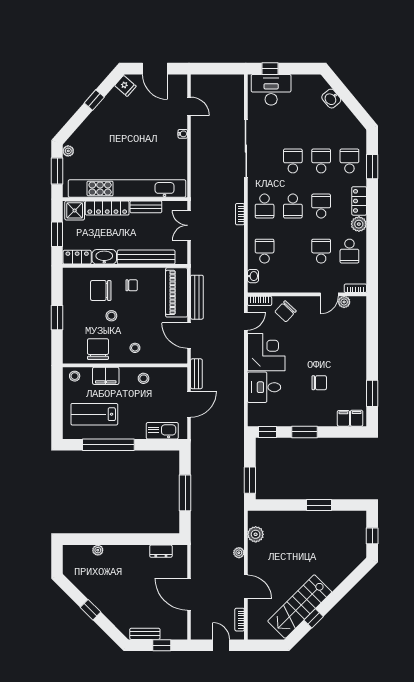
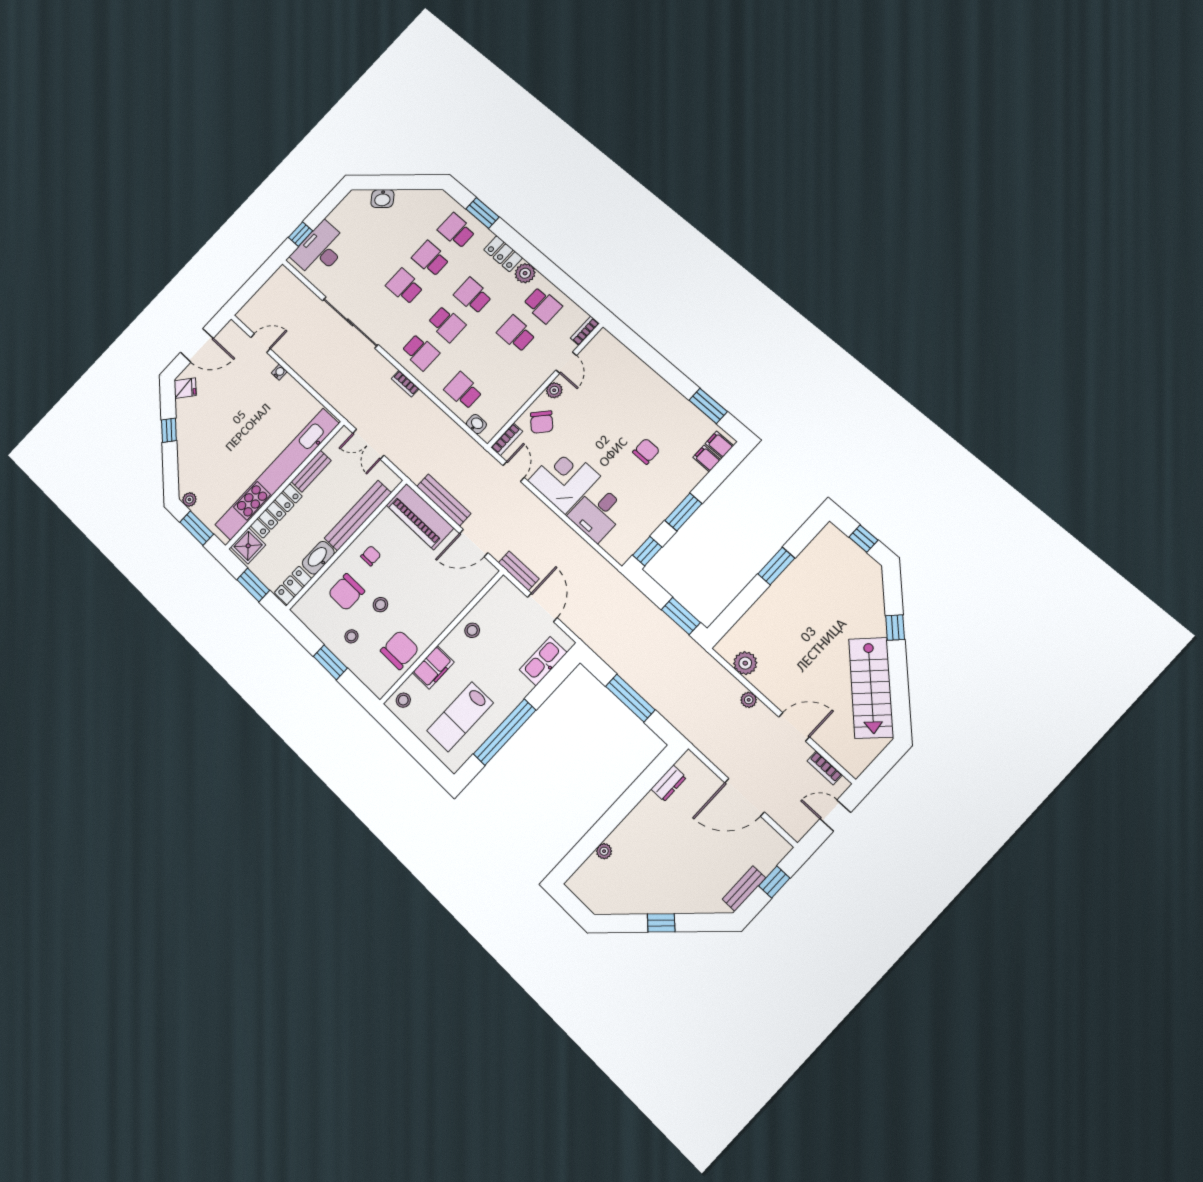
plant: (344, 302) -> (554, 390), moved
stool: (135, 348) -> (351, 636), moved
chair: (98, 349) -> (400, 650), turned 90
window: (314, 618) -> (895, 627), moved

